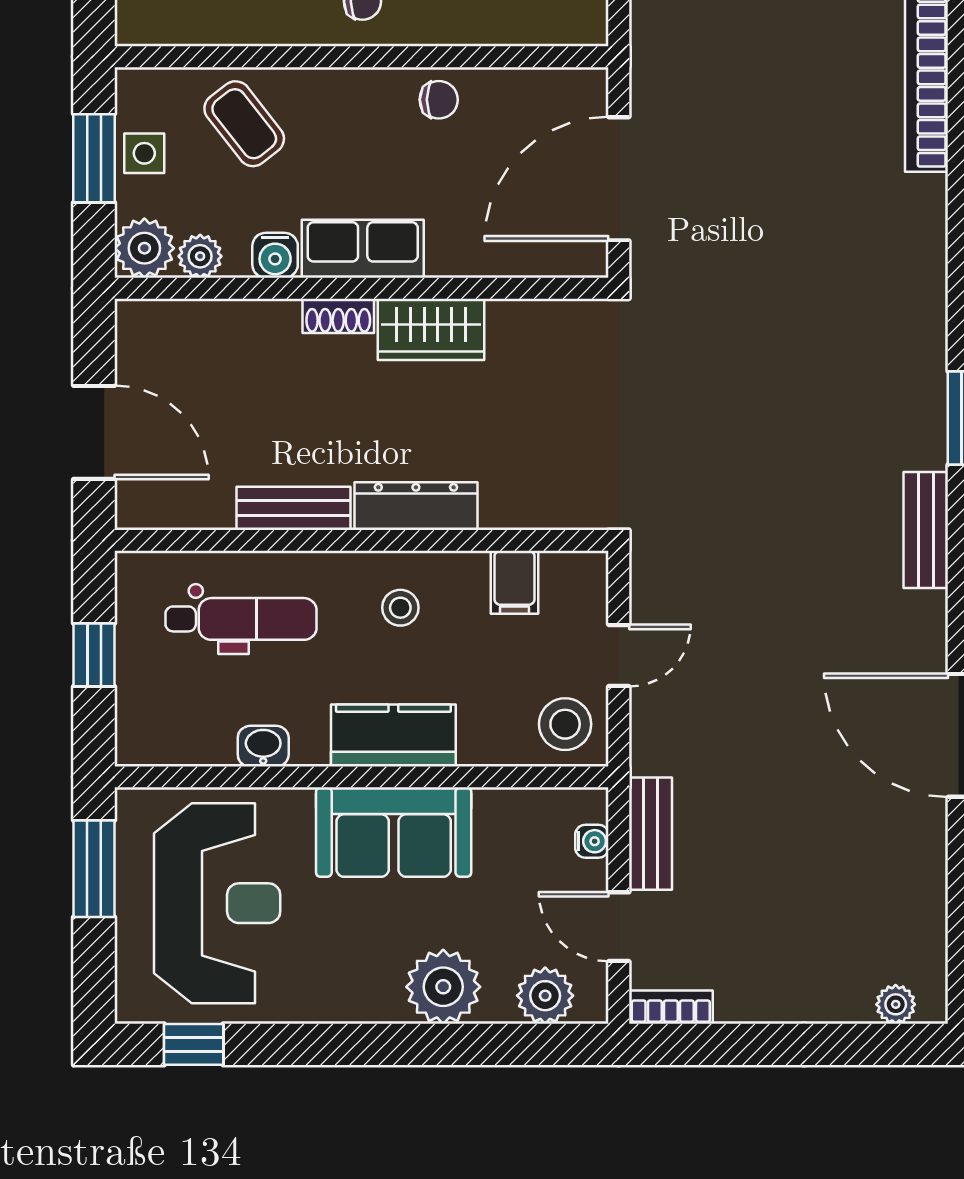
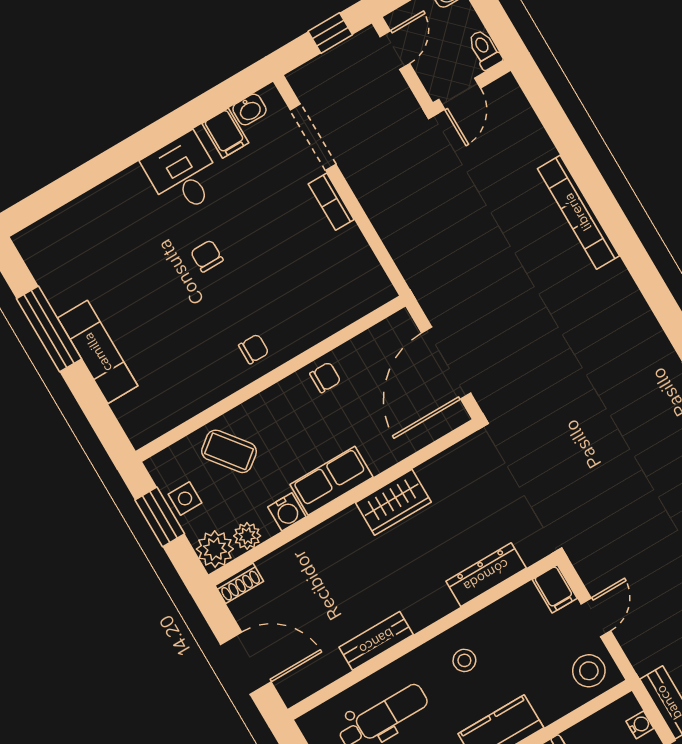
shoe rack: (338, 316) -> (239, 583), moved
dresser: (416, 506) -> (486, 575), moved
filing cabinet: (514, 582) -> (555, 589), moved

